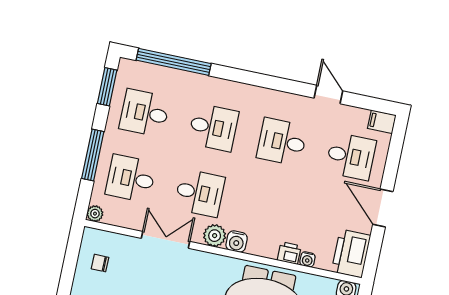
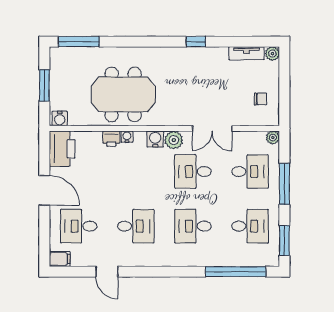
water cooler: (307, 259) -> (127, 137), moved

